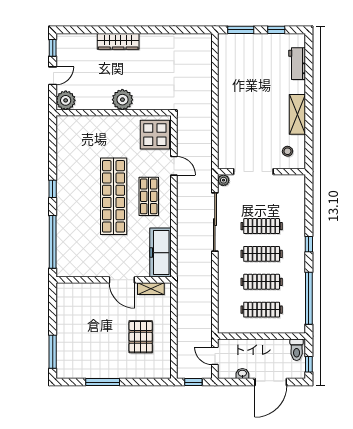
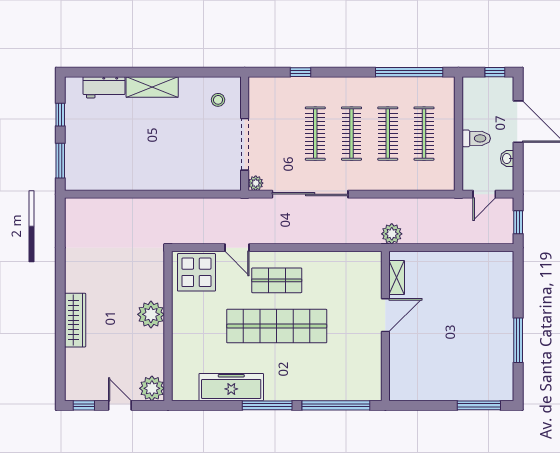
shelving: (297, 114) -> (152, 87), moved
door: (174, 166) -> (237, 248), swing flipped
window: (53, 189) -> (267, 405), width x2.17
window: (309, 244) -> (301, 72), moved
freezer: (161, 253) -> (231, 387), moved, turned 180
plant: (185, 285) -> (392, 234), added
pallet: (141, 337) -> (459, 291), removed
toilet: (297, 350) -> (476, 138), moved

